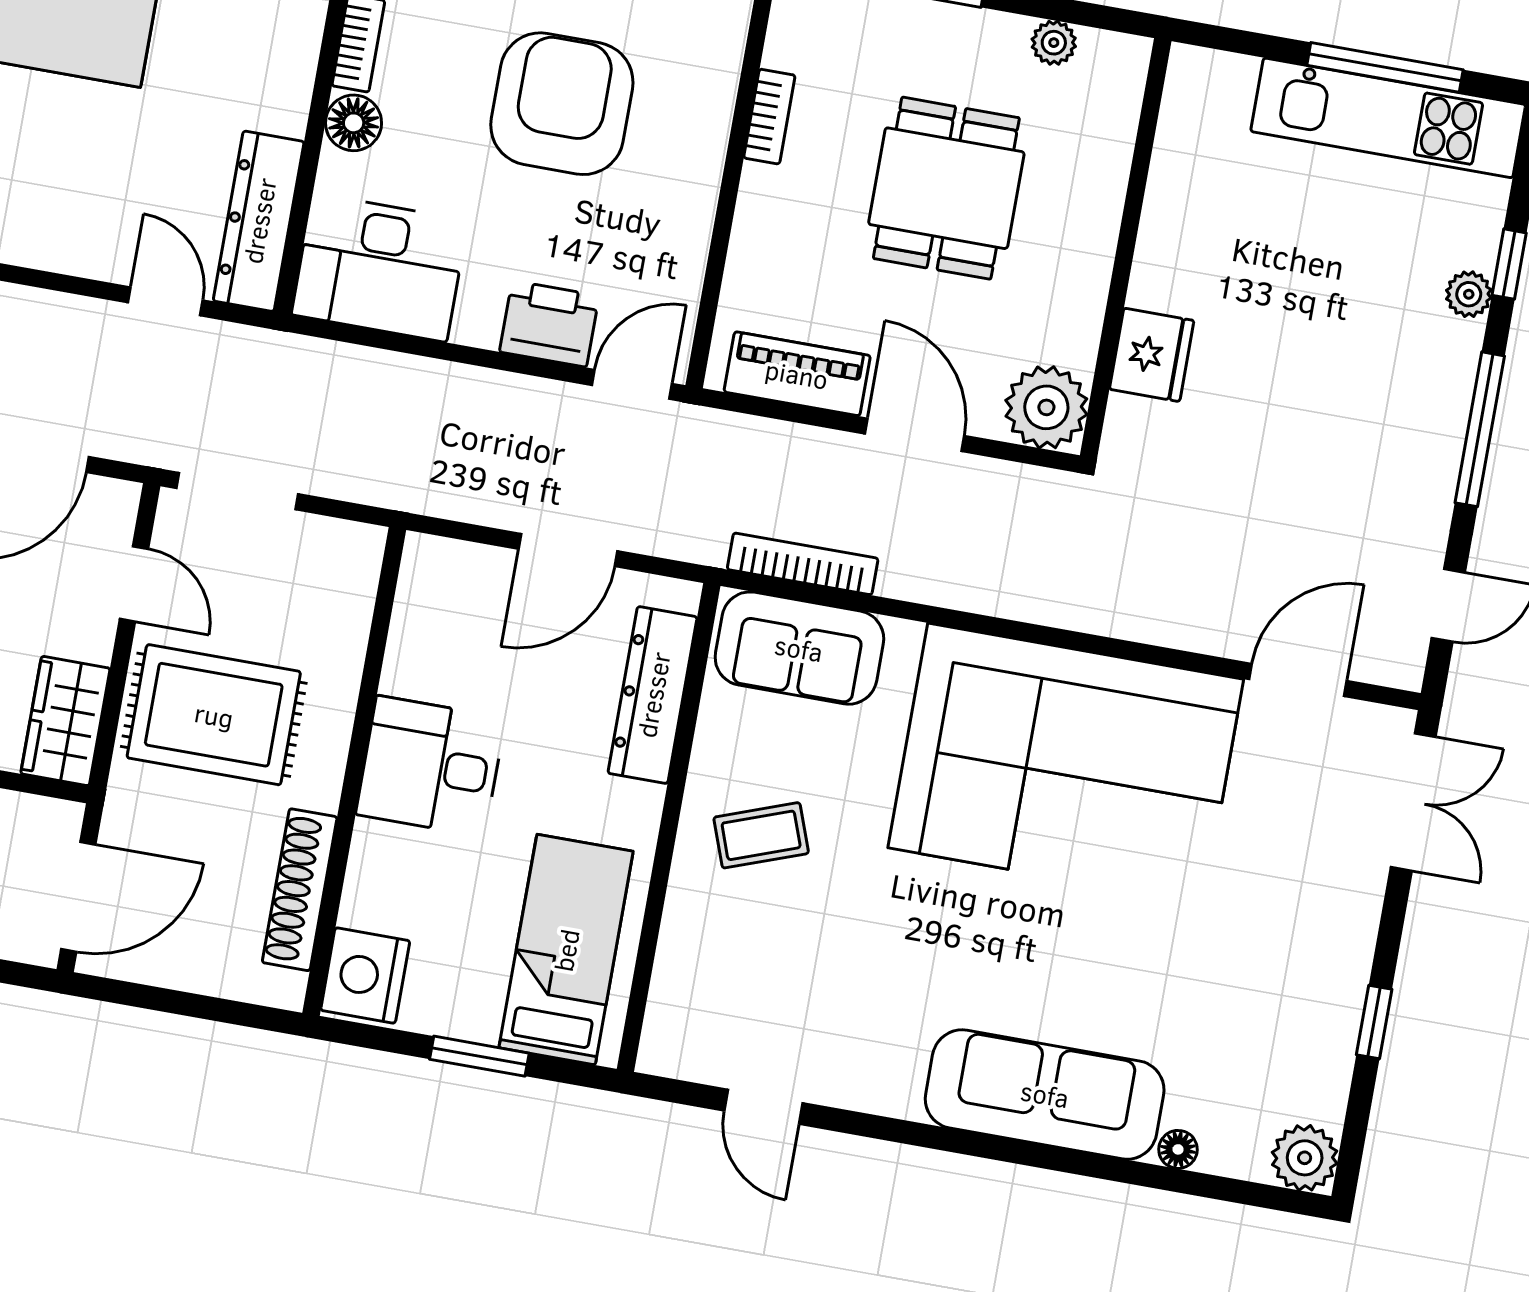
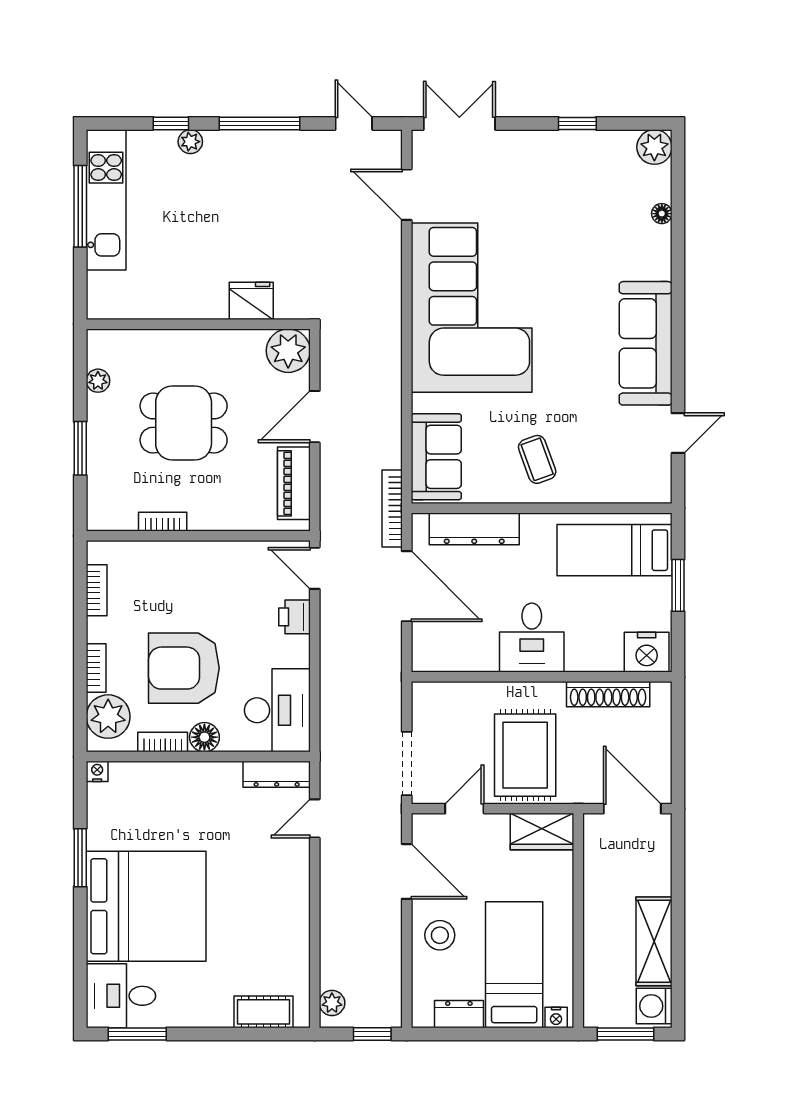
armchair: (562, 104) -> (184, 668), moved
dresser: (259, 221) -> (277, 774), width x0.73, depth x0.80
printer: (549, 324) -> (295, 617), width x0.73, depth x0.81
door: (568, 550) -> (407, 586), width x1.36
bookcase: (803, 564) -> (392, 508), moved
sofa: (1045, 1094) -> (646, 343), moved

